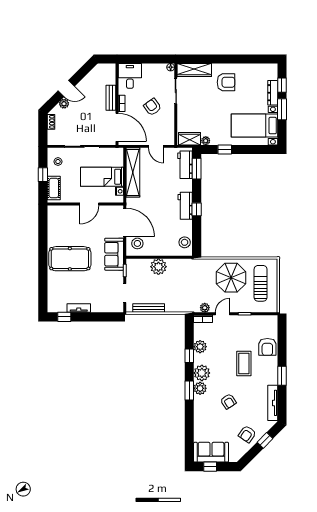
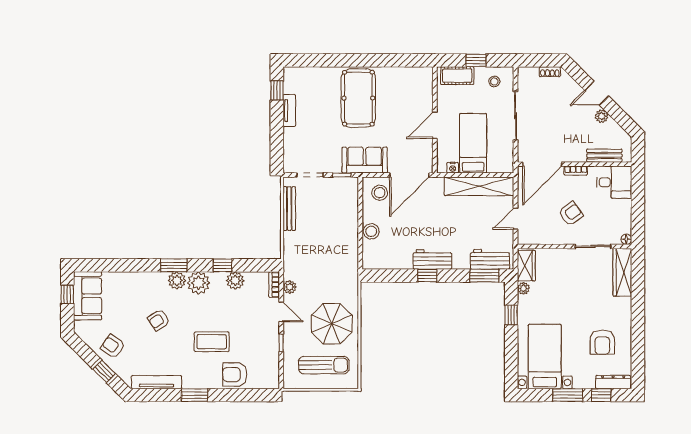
armchair: (226, 82) -> (602, 342), moved
door: (66, 88) -> (597, 93), hinge flipped
dresser: (273, 93) -> (613, 382), moved
bench: (111, 98) -> (604, 156), moved
plant: (64, 104) -> (602, 116), moved
door: (89, 204) -> (435, 125), hinge flipped
stool: (185, 242) -> (371, 231), moved
plant: (158, 267) -> (347, 222), removed

